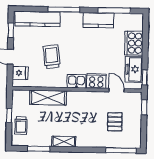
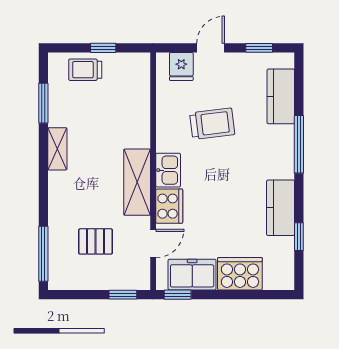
window: (114, 10) -> (299, 237), width x0.46
kitchen counter: (37, 19) -> (281, 96), width x0.67
shelving: (48, 98) -> (137, 182), moved

